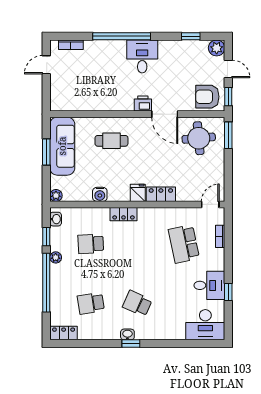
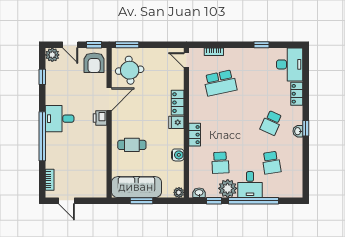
door: (228, 69) -> (70, 45), swing flipped
cafe table: (111, 141) -> (132, 145), turned 90
plant: (56, 257) -> (228, 188), width x1.88, depth x1.88
desk: (209, 285) -> (250, 185), moved, turned 180
locker: (64, 333) -> (297, 94), moved

